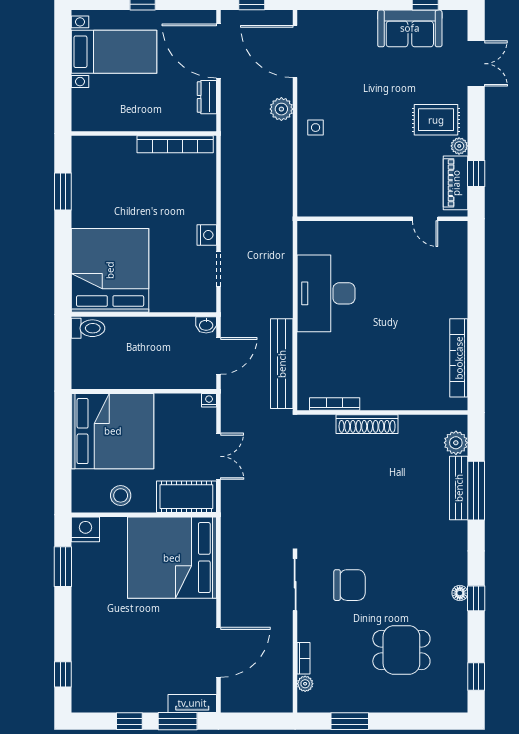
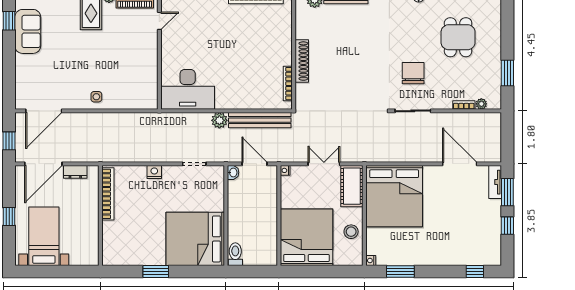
plant: (281, 109) -> (219, 120), moved
window: (63, 191) -> (156, 272), moved
nightstand: (207, 235) -> (154, 172), moved
desk: (326, 293) -> (188, 89), moved
nightstand: (85, 529) -> (371, 261), width x0.53, depth x0.56

